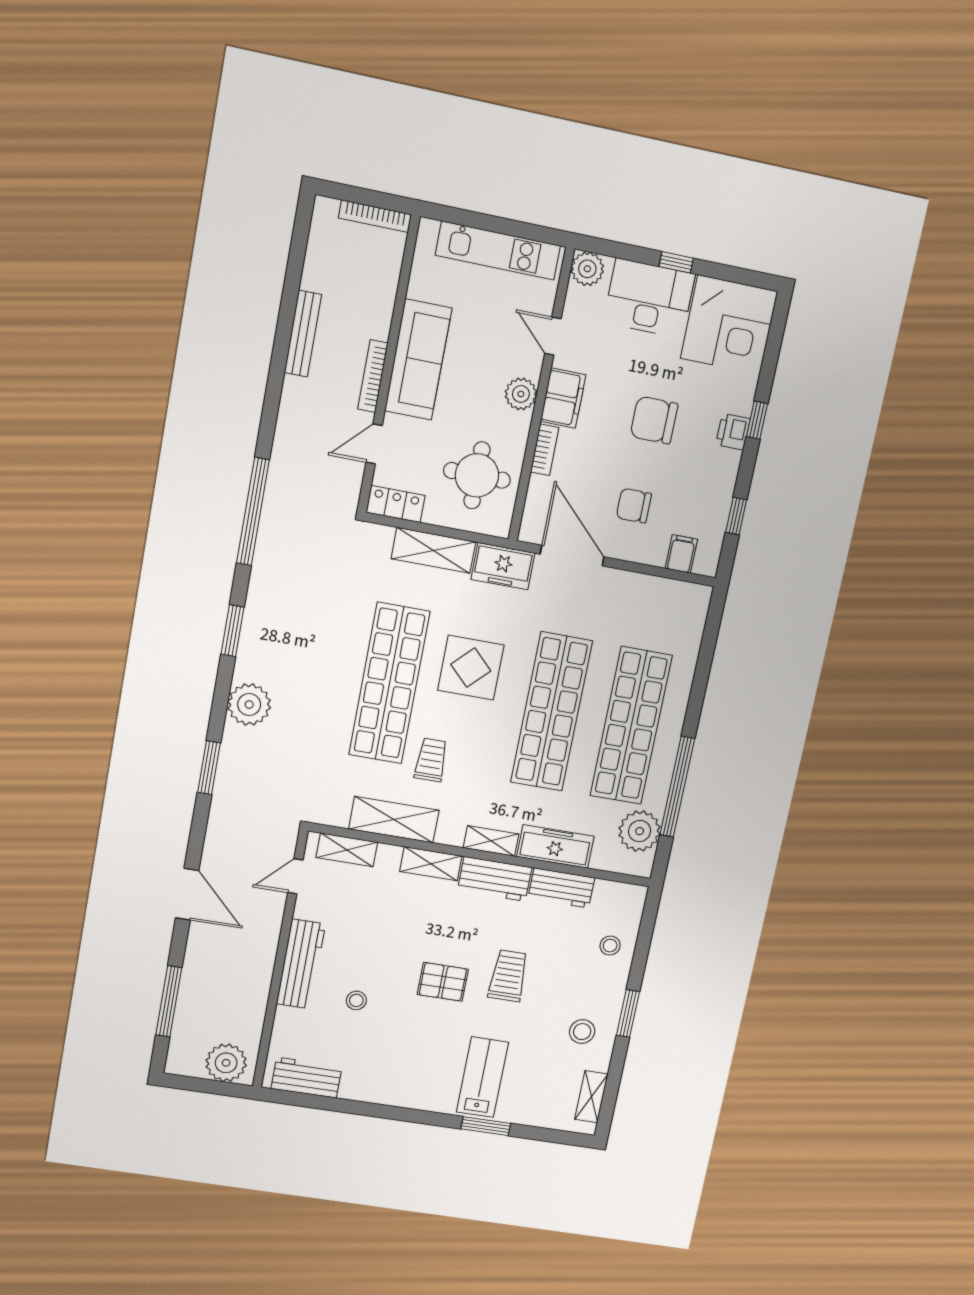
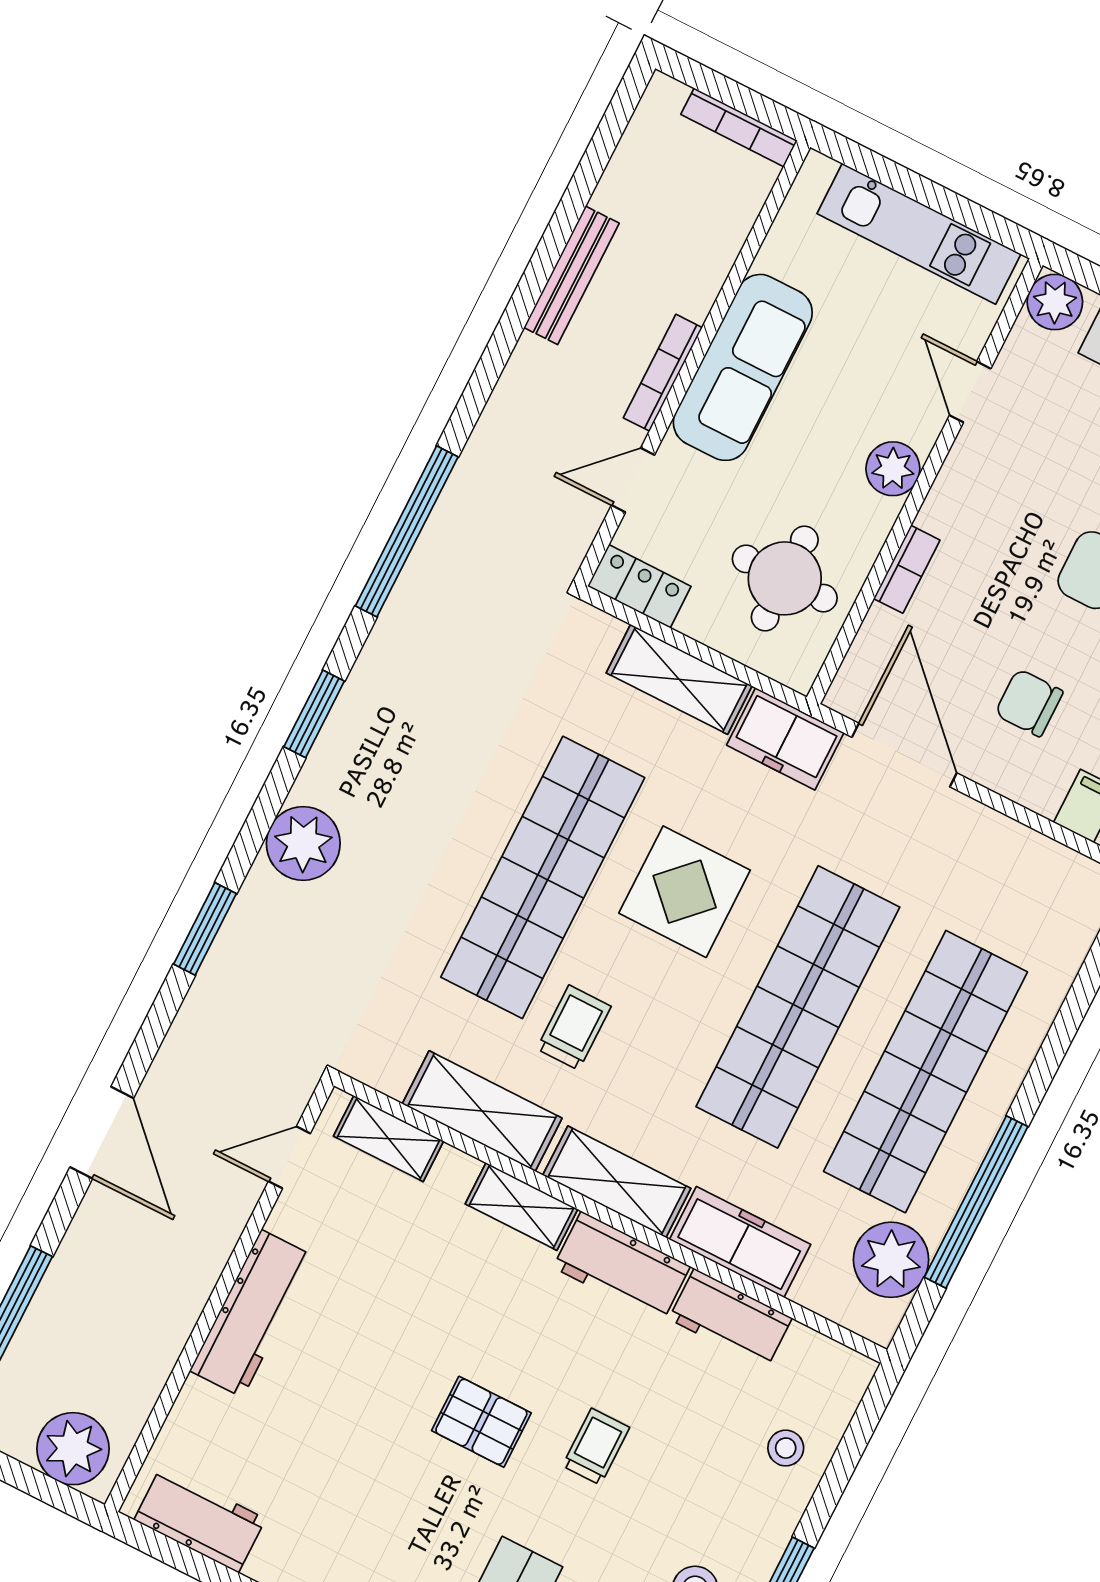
filing cabinet: (563, 398) -> (960, 495), removed
shelving: (491, 841) -> (617, 1182), width x1.50, depth x1.33
trolley: (508, 976) -> (596, 1447), width x0.73, depth x0.72
stool: (356, 1000) -> (325, 1408), removed

